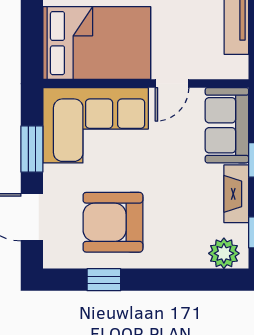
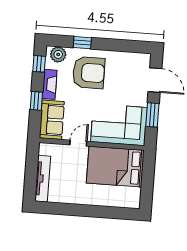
armchair: (113, 222) -> (89, 73), moved
window: (104, 280) -> (82, 43), moved

